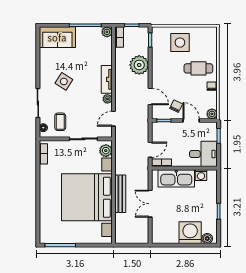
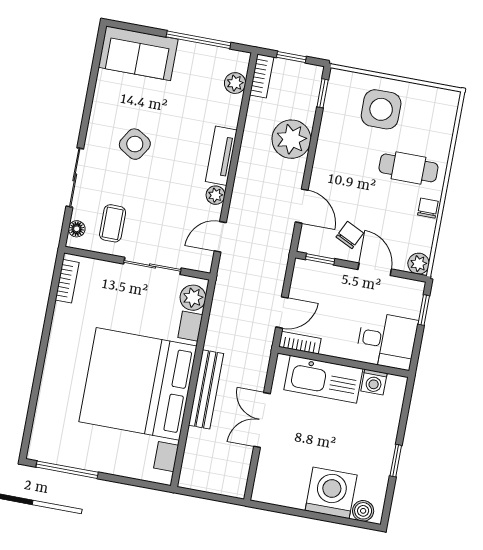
plant: (107, 32) -> (235, 83), moved

